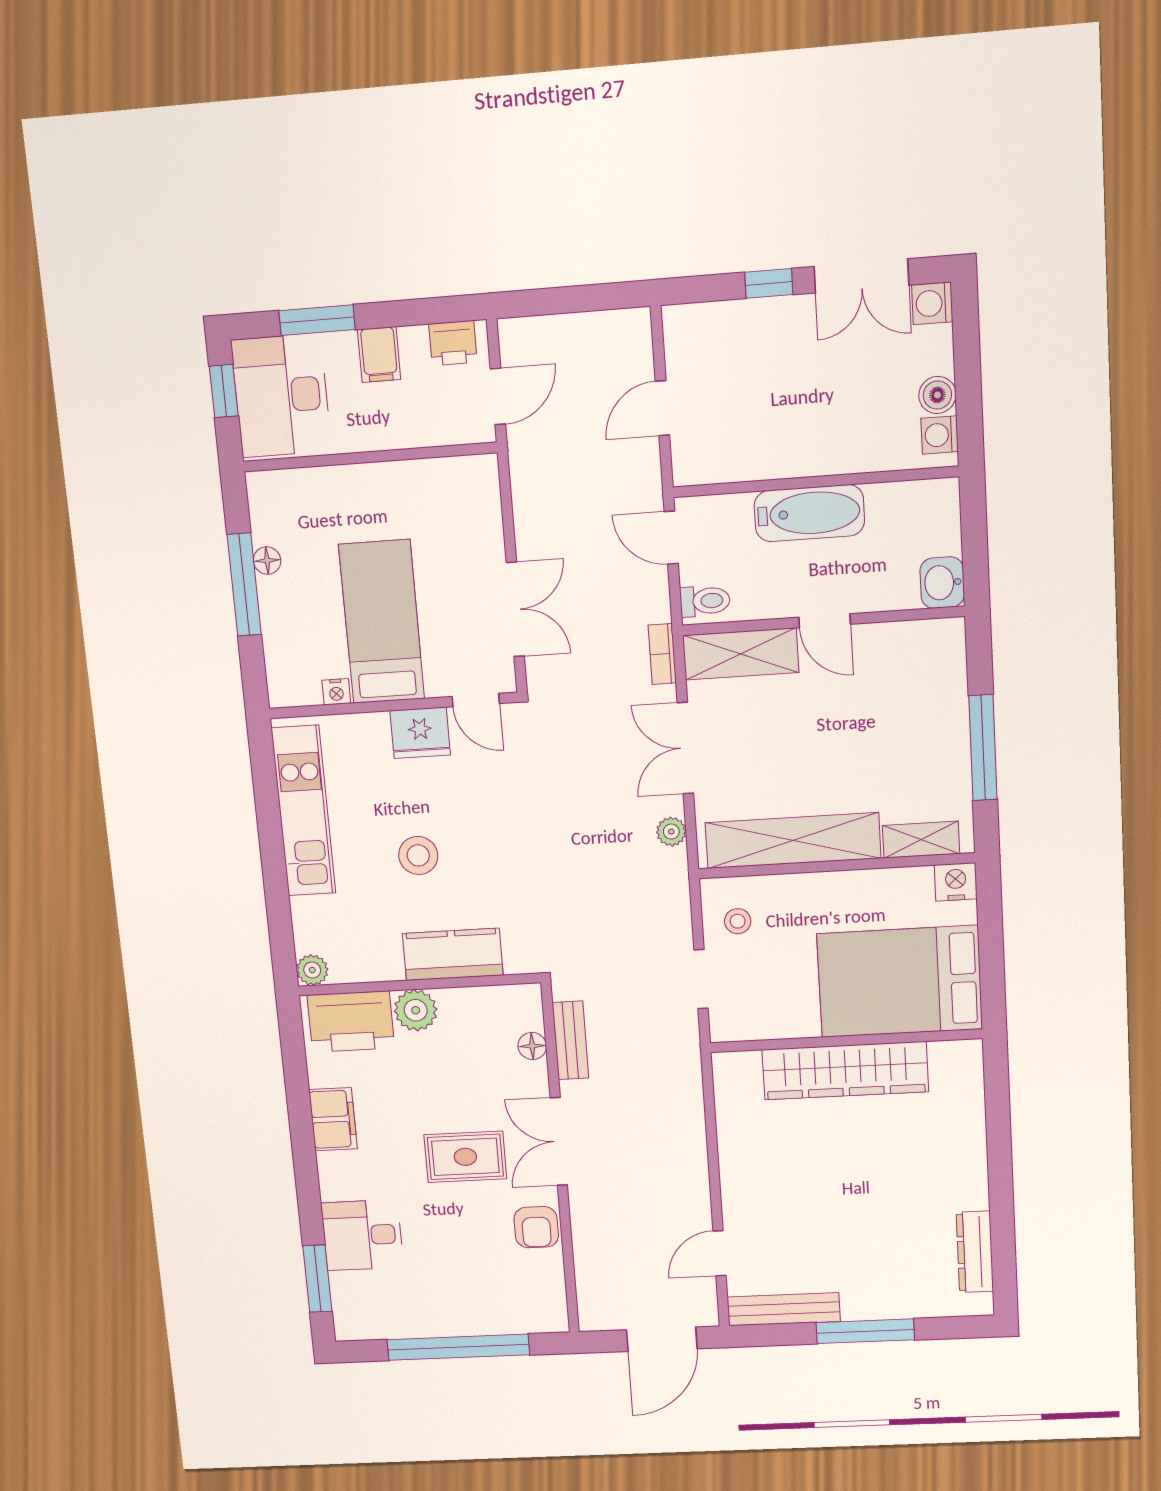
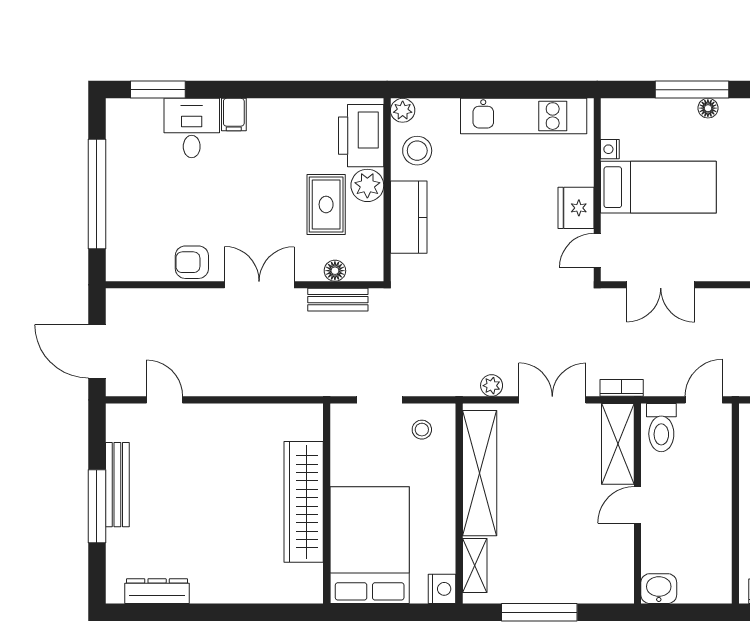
bathtub: (809, 513) -> (714, 498), removed
toilet: (705, 601) -> (661, 428), width x1.37, depth x1.39
stool: (418, 855) -> (417, 151), moved
filing cabinet: (333, 1119) -> (234, 115), moved, width x0.50
rug: (465, 1157) -> (326, 204), moved
bench: (784, 1309) -> (117, 485), moved

